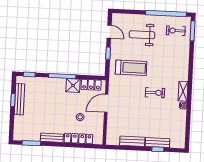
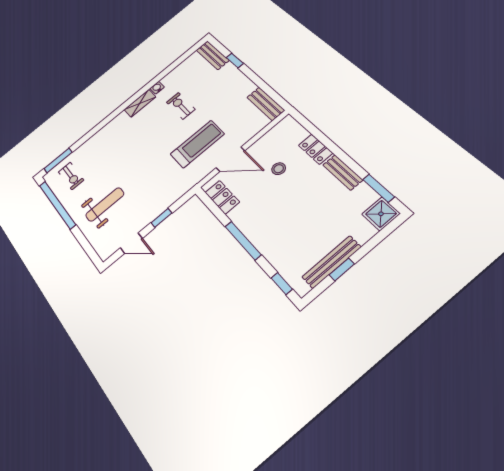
door: (109, 32) -> (131, 243), swing flipped
weight bench: (142, 35) -> (105, 204), turned -90
treadmill: (131, 68) -> (197, 144), moved, turned 90
shower: (73, 85) -> (381, 214), moved
exercise bike: (155, 93) -> (181, 106), moved
locker: (78, 138) -> (316, 149), width x0.66
bench: (132, 141) -> (266, 104), moved
bench: (157, 143) -> (213, 55), moved

